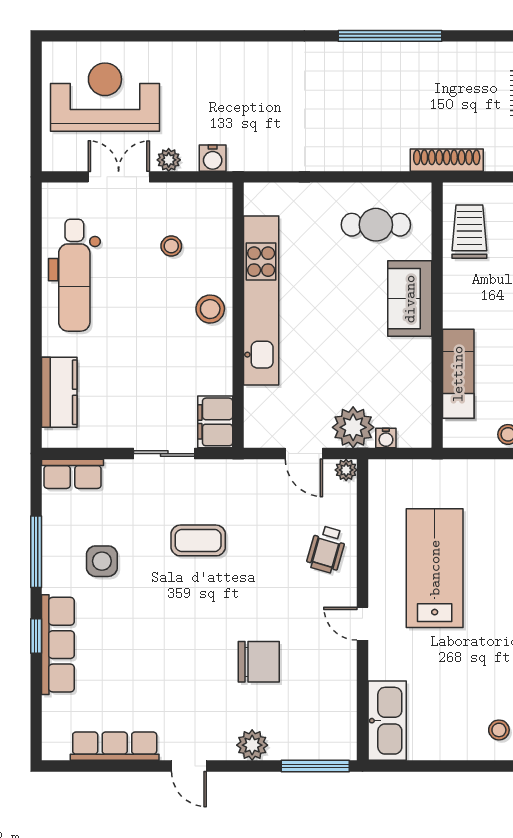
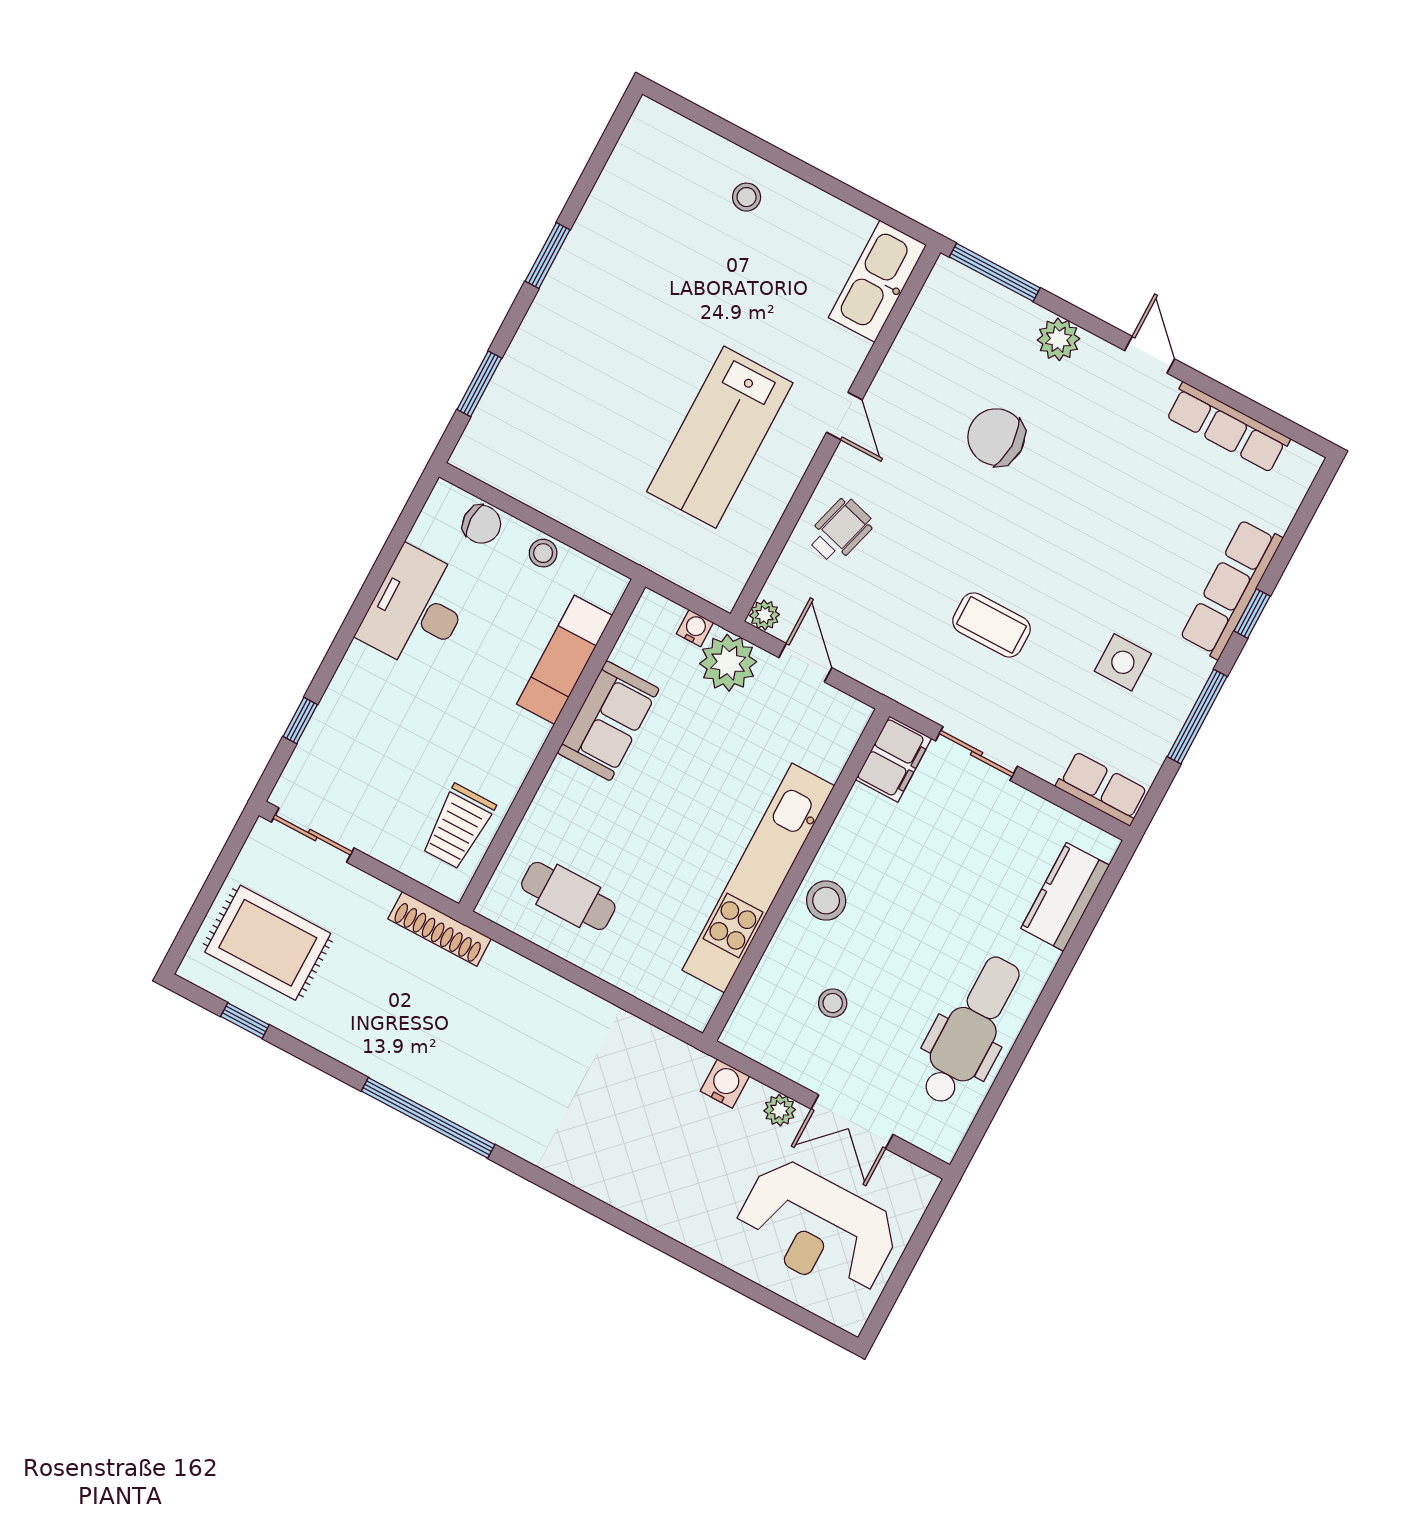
sofa: (410, 299) -> (608, 721), moved

